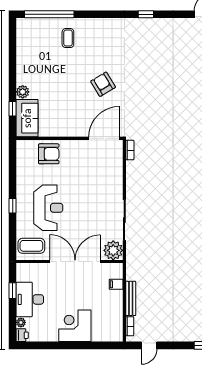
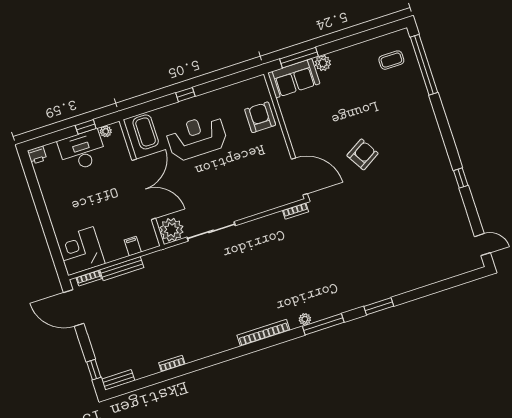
coffee table: (68, 38) -> (391, 60), moved
window: (13, 109) -> (299, 58), width x2.17
armchair: (49, 154) -> (260, 117), turned 180
reception desk: (48, 208) -> (197, 137), turned 180
plant: (21, 322) -> (106, 131), moved
corner desk: (75, 326) -> (81, 251), moved, turned -90
door: (149, 345) -> (74, 308), width x1.88

